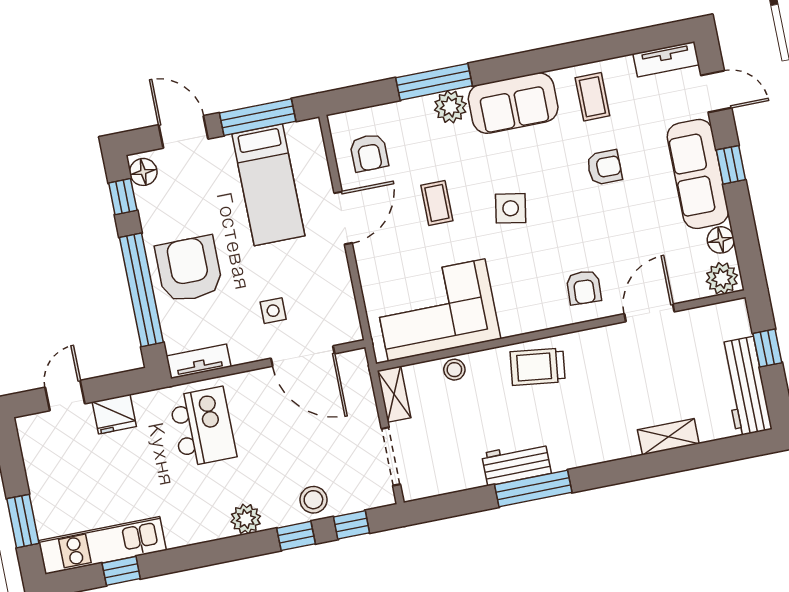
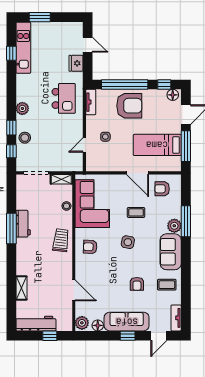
armchair: (584, 287) -> (90, 247), moved
door: (303, 356) -> (84, 145), width x0.53
kitchen island: (203, 427) -> (64, 98), turned -90

